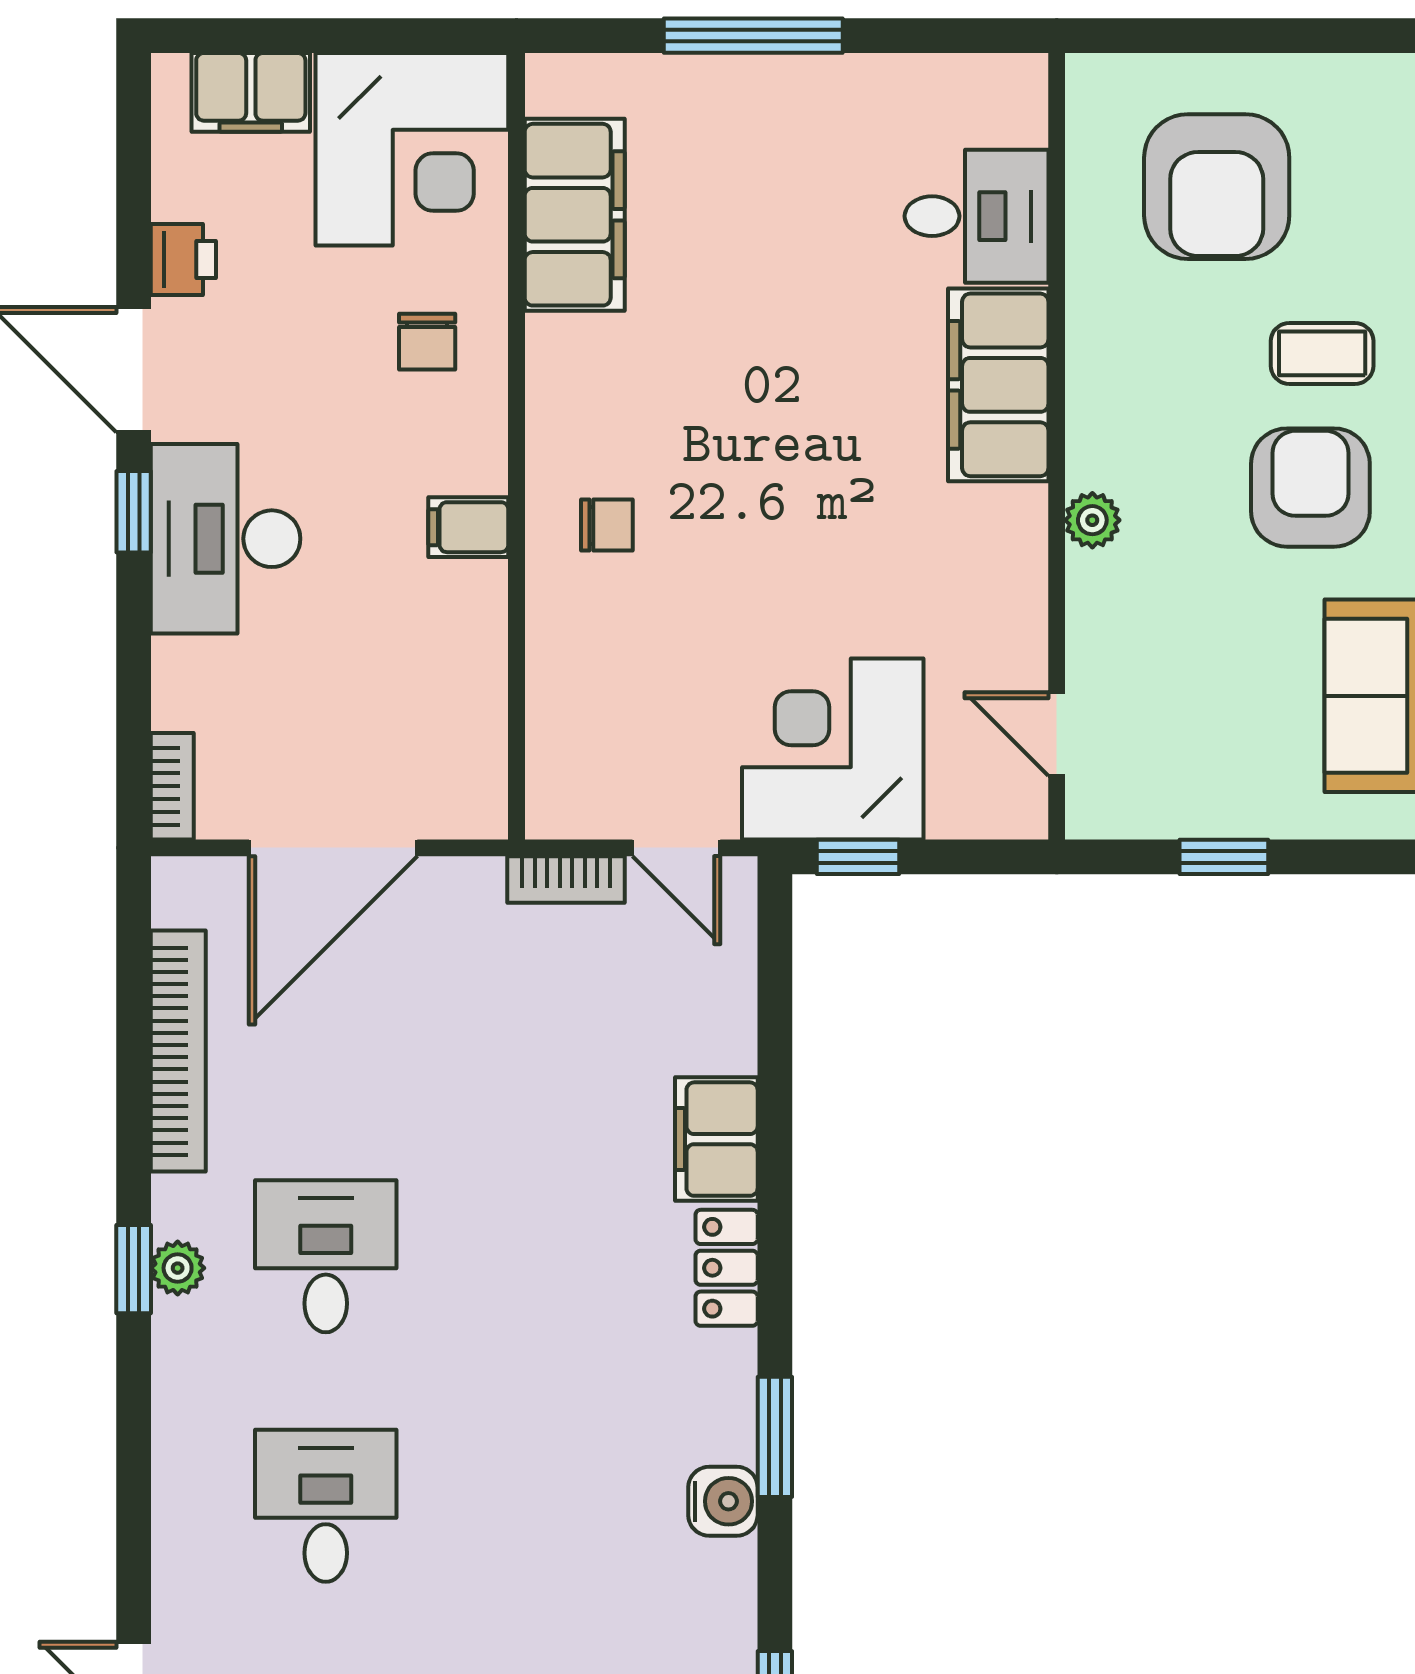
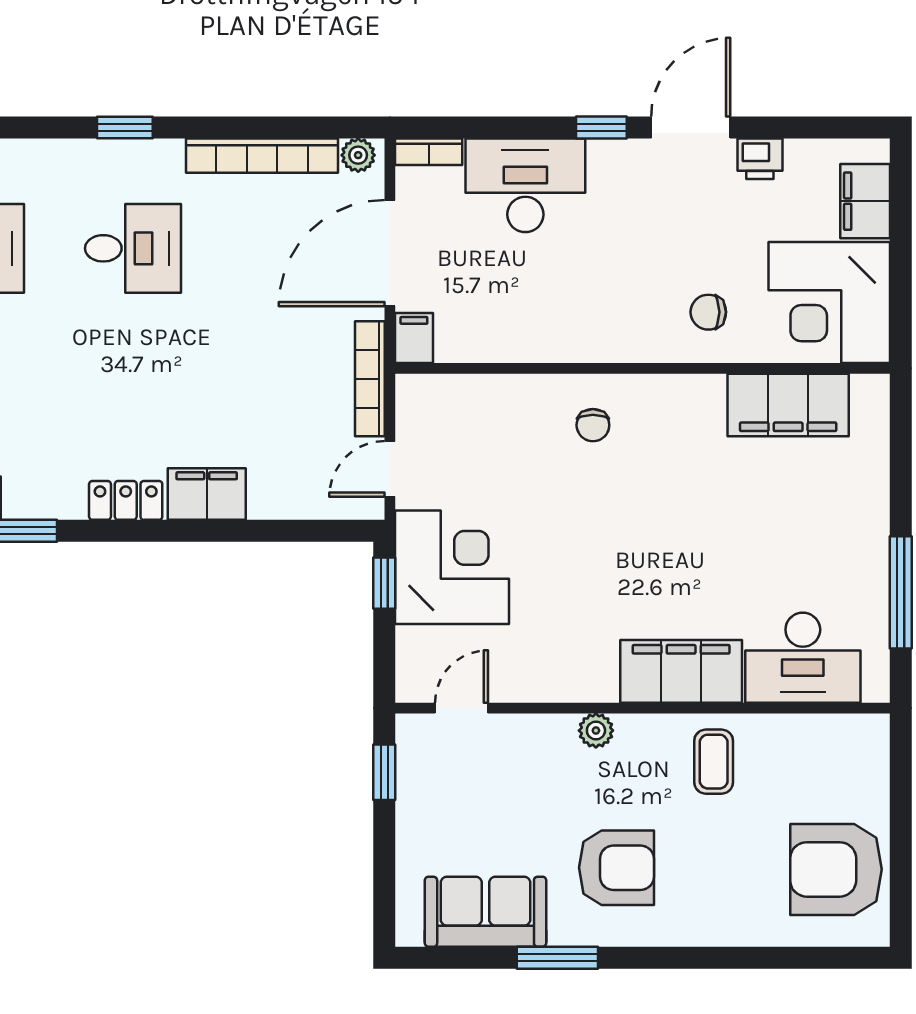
window: (753, 36) -> (901, 592), moved
armchair: (1217, 187) -> (836, 869), moved
desk: (977, 216) -> (803, 658), width x1.37
coffee table: (1322, 353) -> (714, 762), moved
filing cabinet: (468, 527) -> (414, 338), moved
desk: (226, 539) -> (525, 185), moved
door: (333, 848) -> (390, 253), hinge flipped
window: (1224, 857) -> (384, 772), moved
bookcase: (566, 880) -> (370, 379), width x1.56
plant: (178, 1268) -> (358, 155), moved

